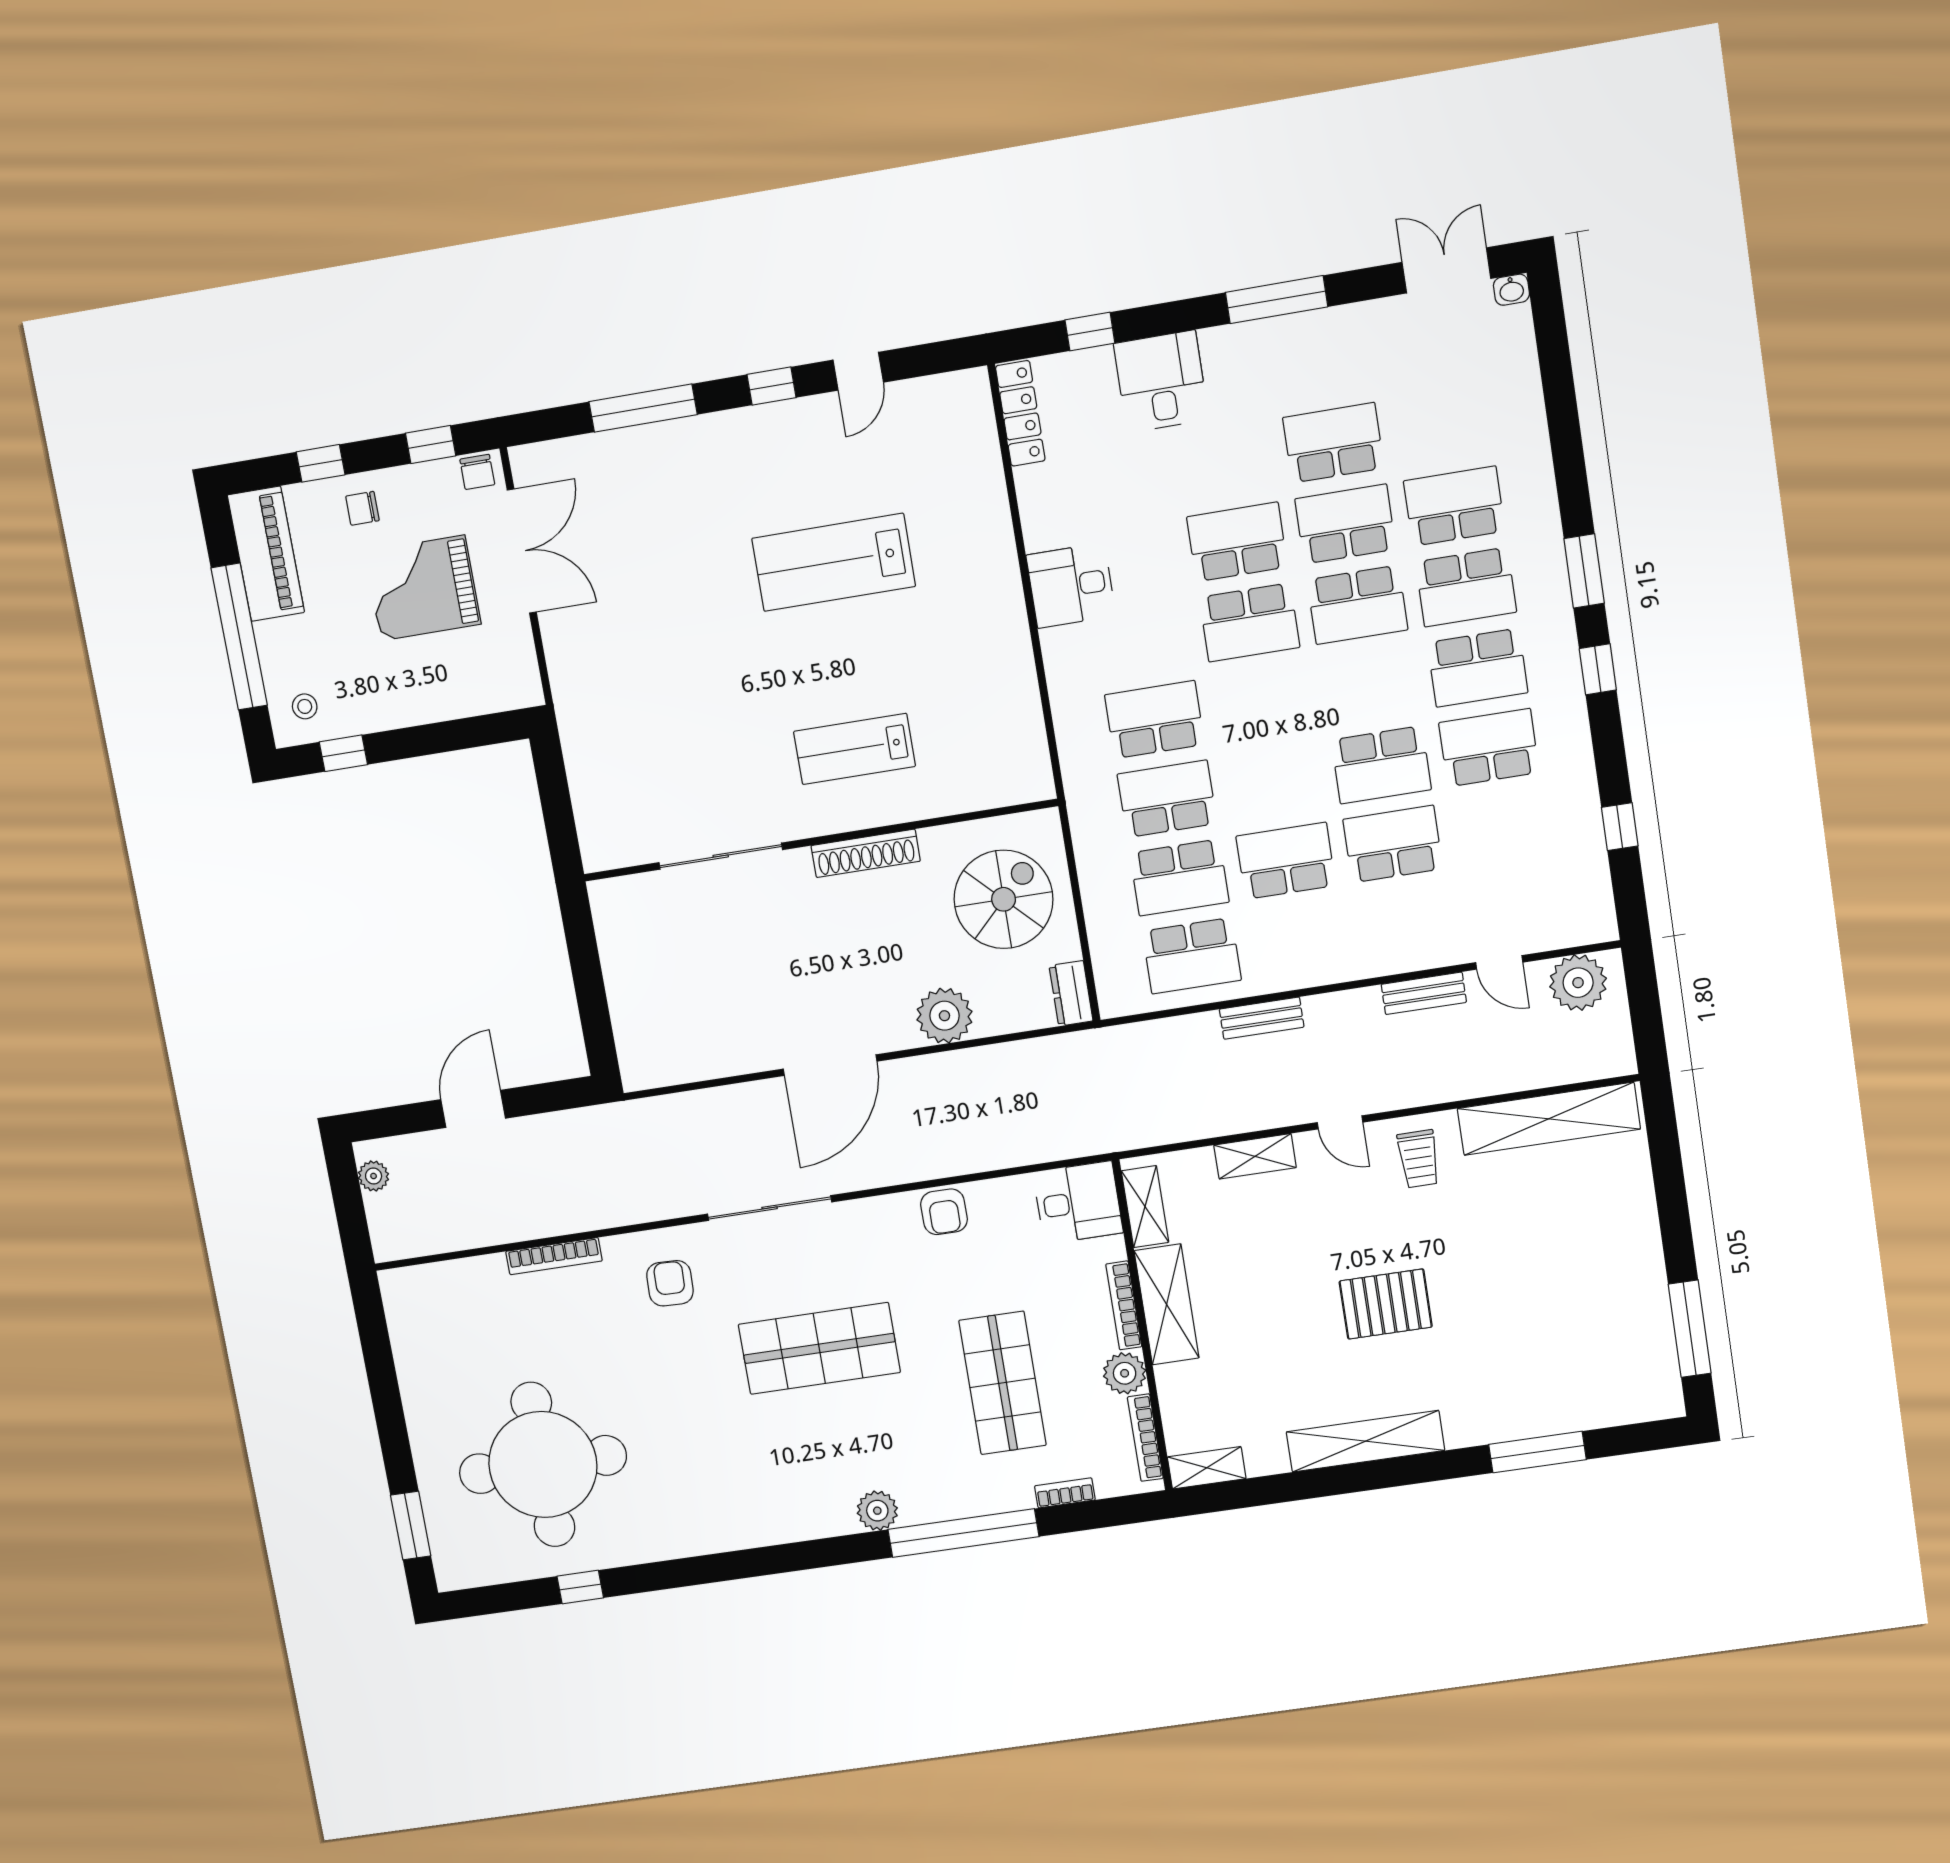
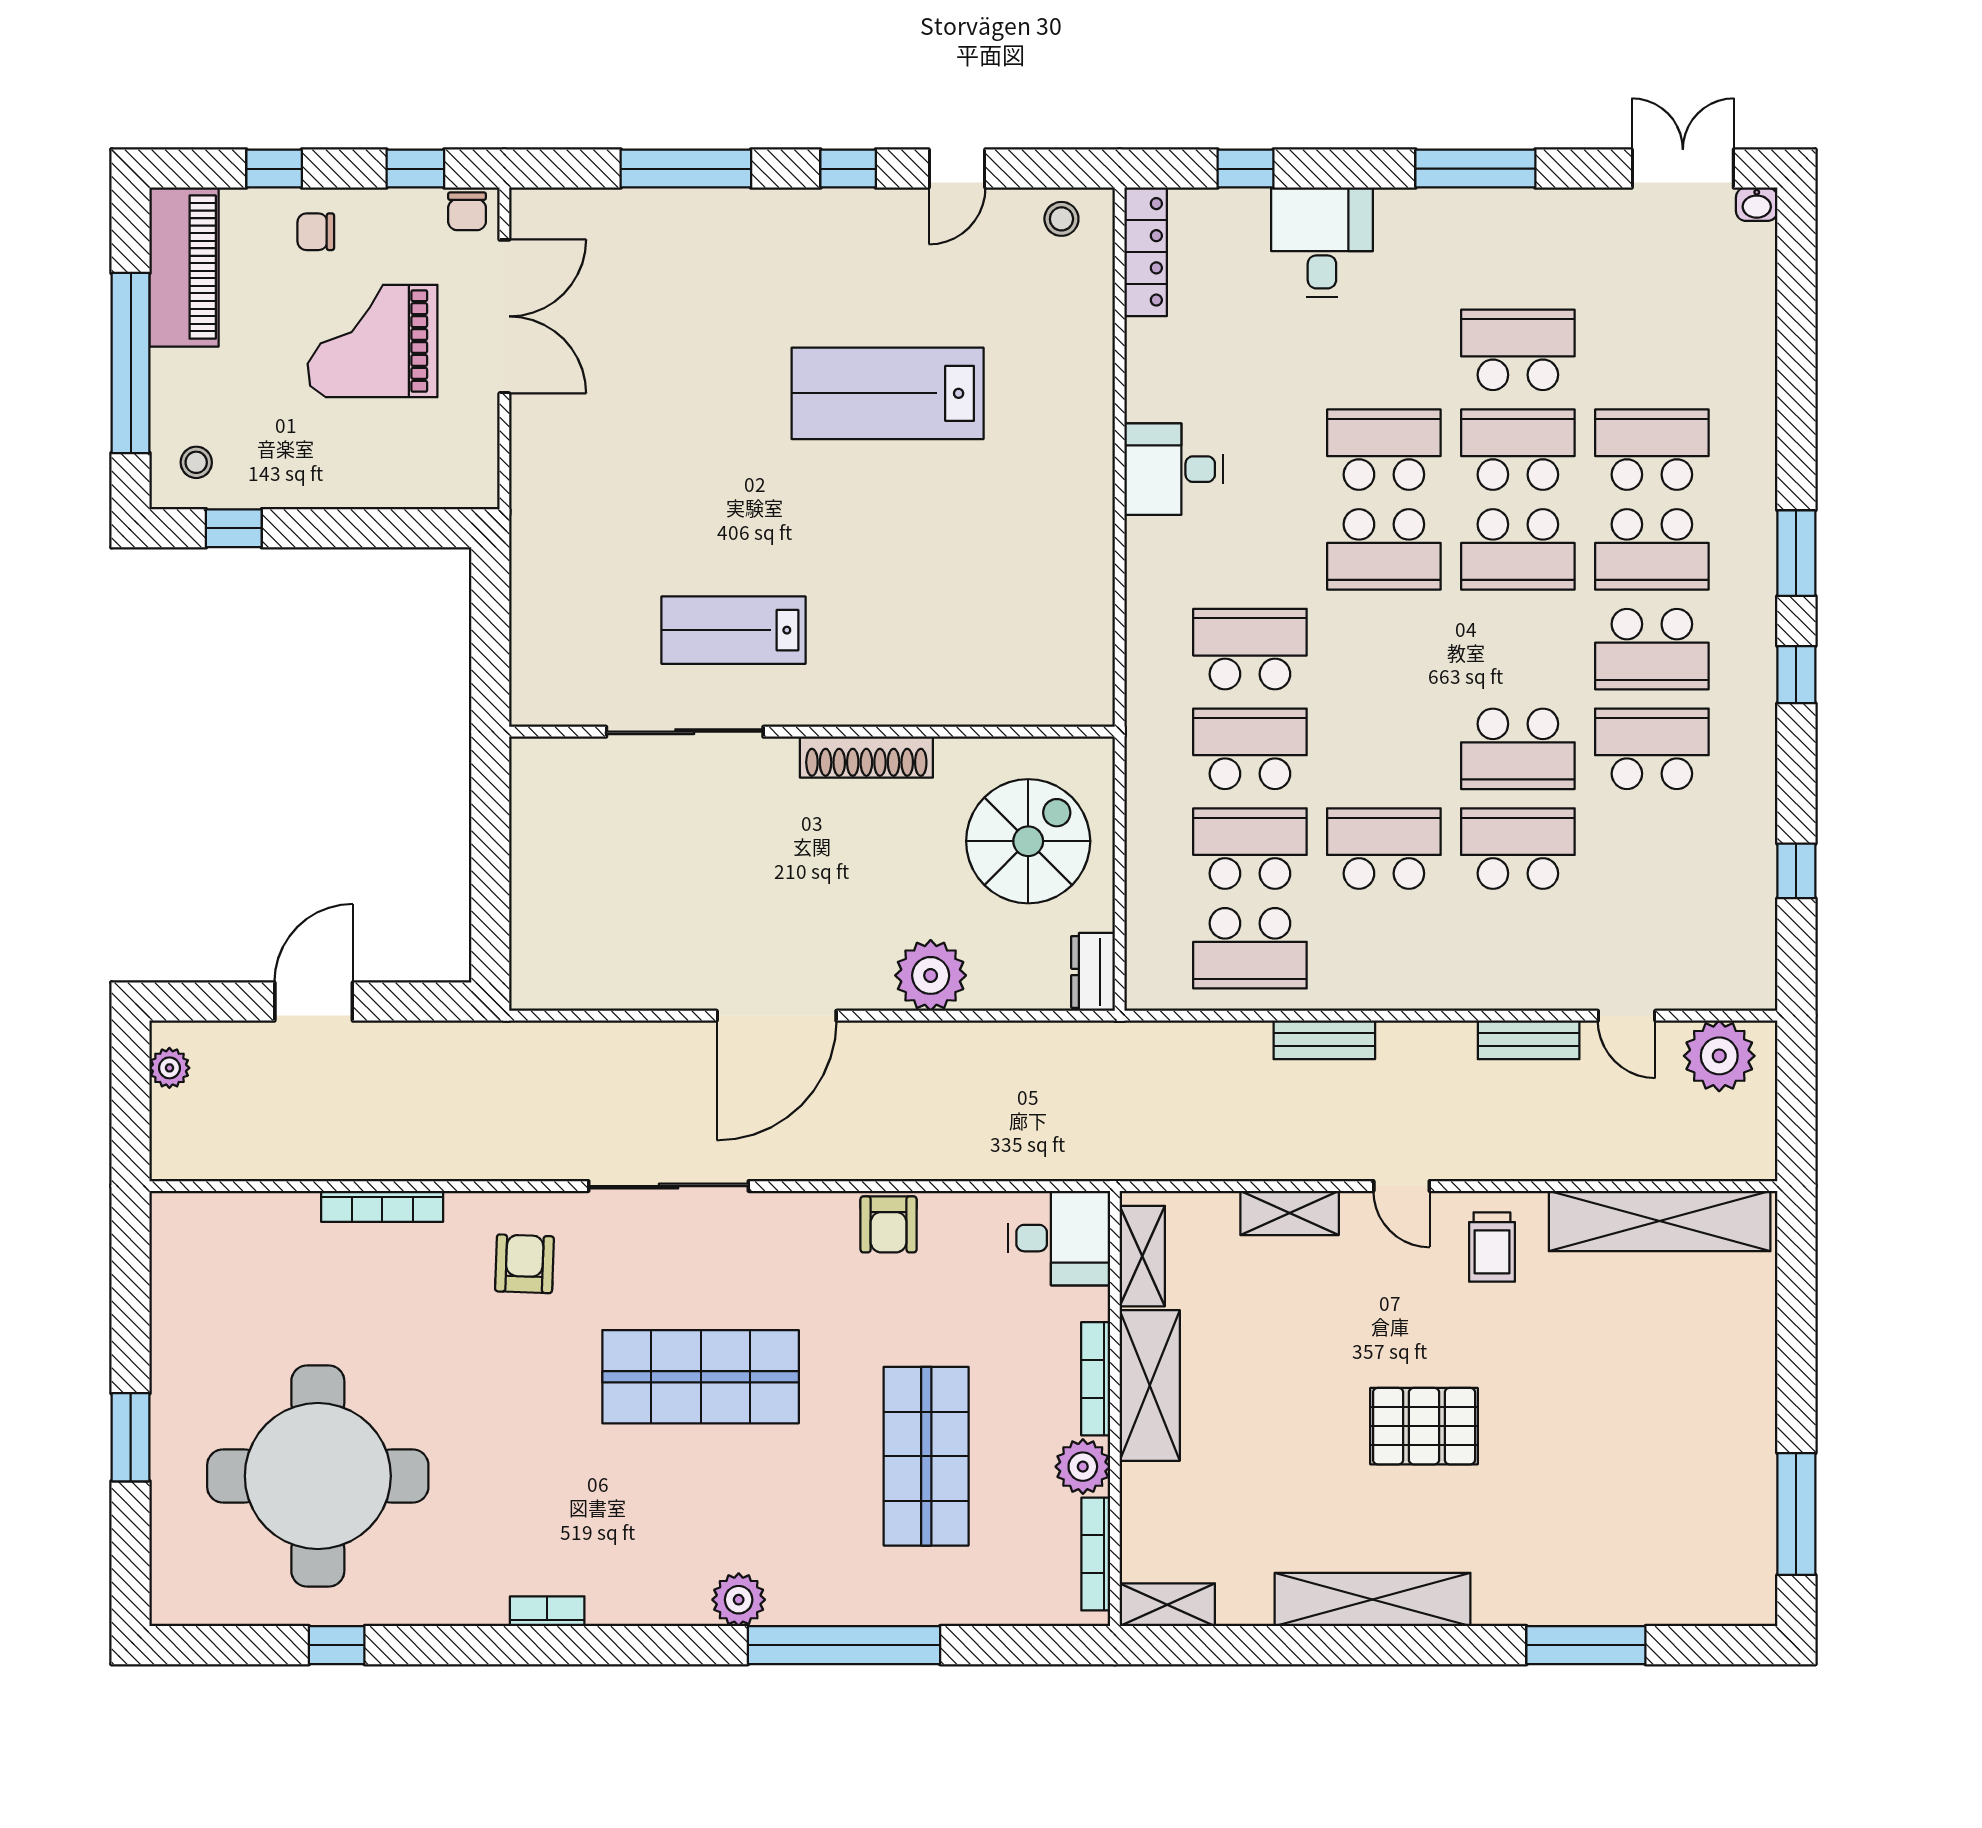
stool: (949, 398) -> (1061, 219), added
lab bench: (854, 749) -> (734, 630), moved
school desk: (1179, 878) -> (1250, 849), turned 180
bookcase: (1065, 1493) -> (547, 1611), moved
window: (411, 1526) -> (131, 1437), moved

